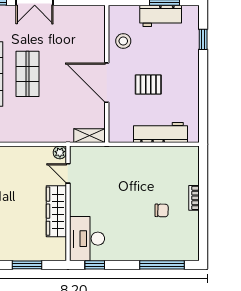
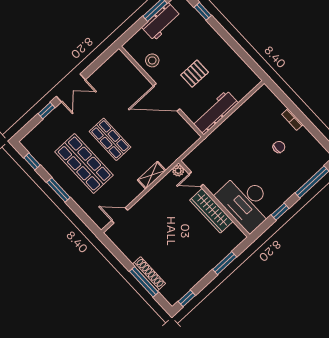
workbench: (161, 133) -> (215, 112), moved
shelving: (89, 136) -> (152, 175), moved
desk: (87, 239) -> (246, 202), width x1.36, depth x1.30
window: (95, 265) -> (280, 212), moved

